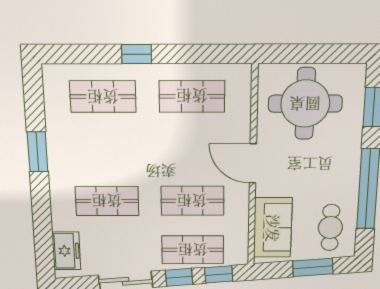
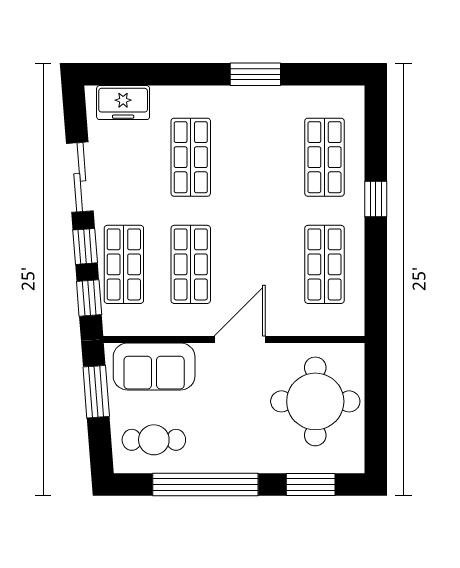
window: (313, 267) -> (96, 392), moved

